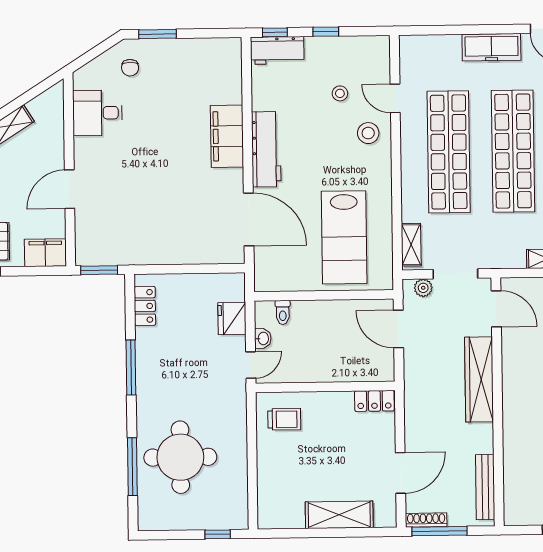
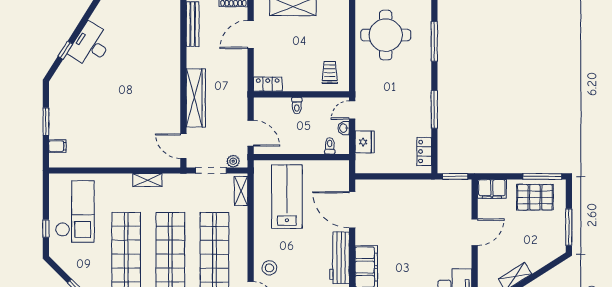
toilet: (332, 370) -> (297, 106), added
trolley: (284, 419) -> (330, 72), turned 90
round table: (180, 457) -> (386, 35), moved

